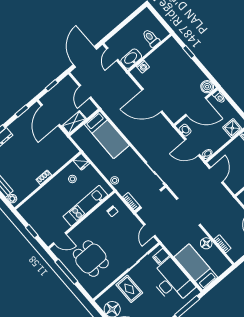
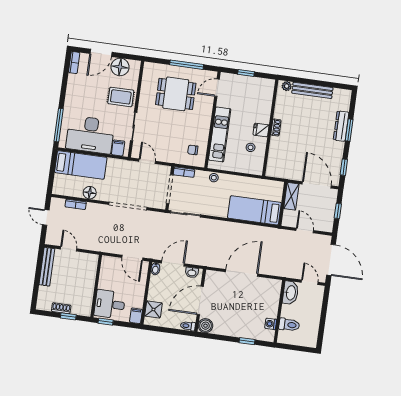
washing machine: (143, 67) -> (271, 324), moved
fridge: (81, 162) -> (261, 130), moved

